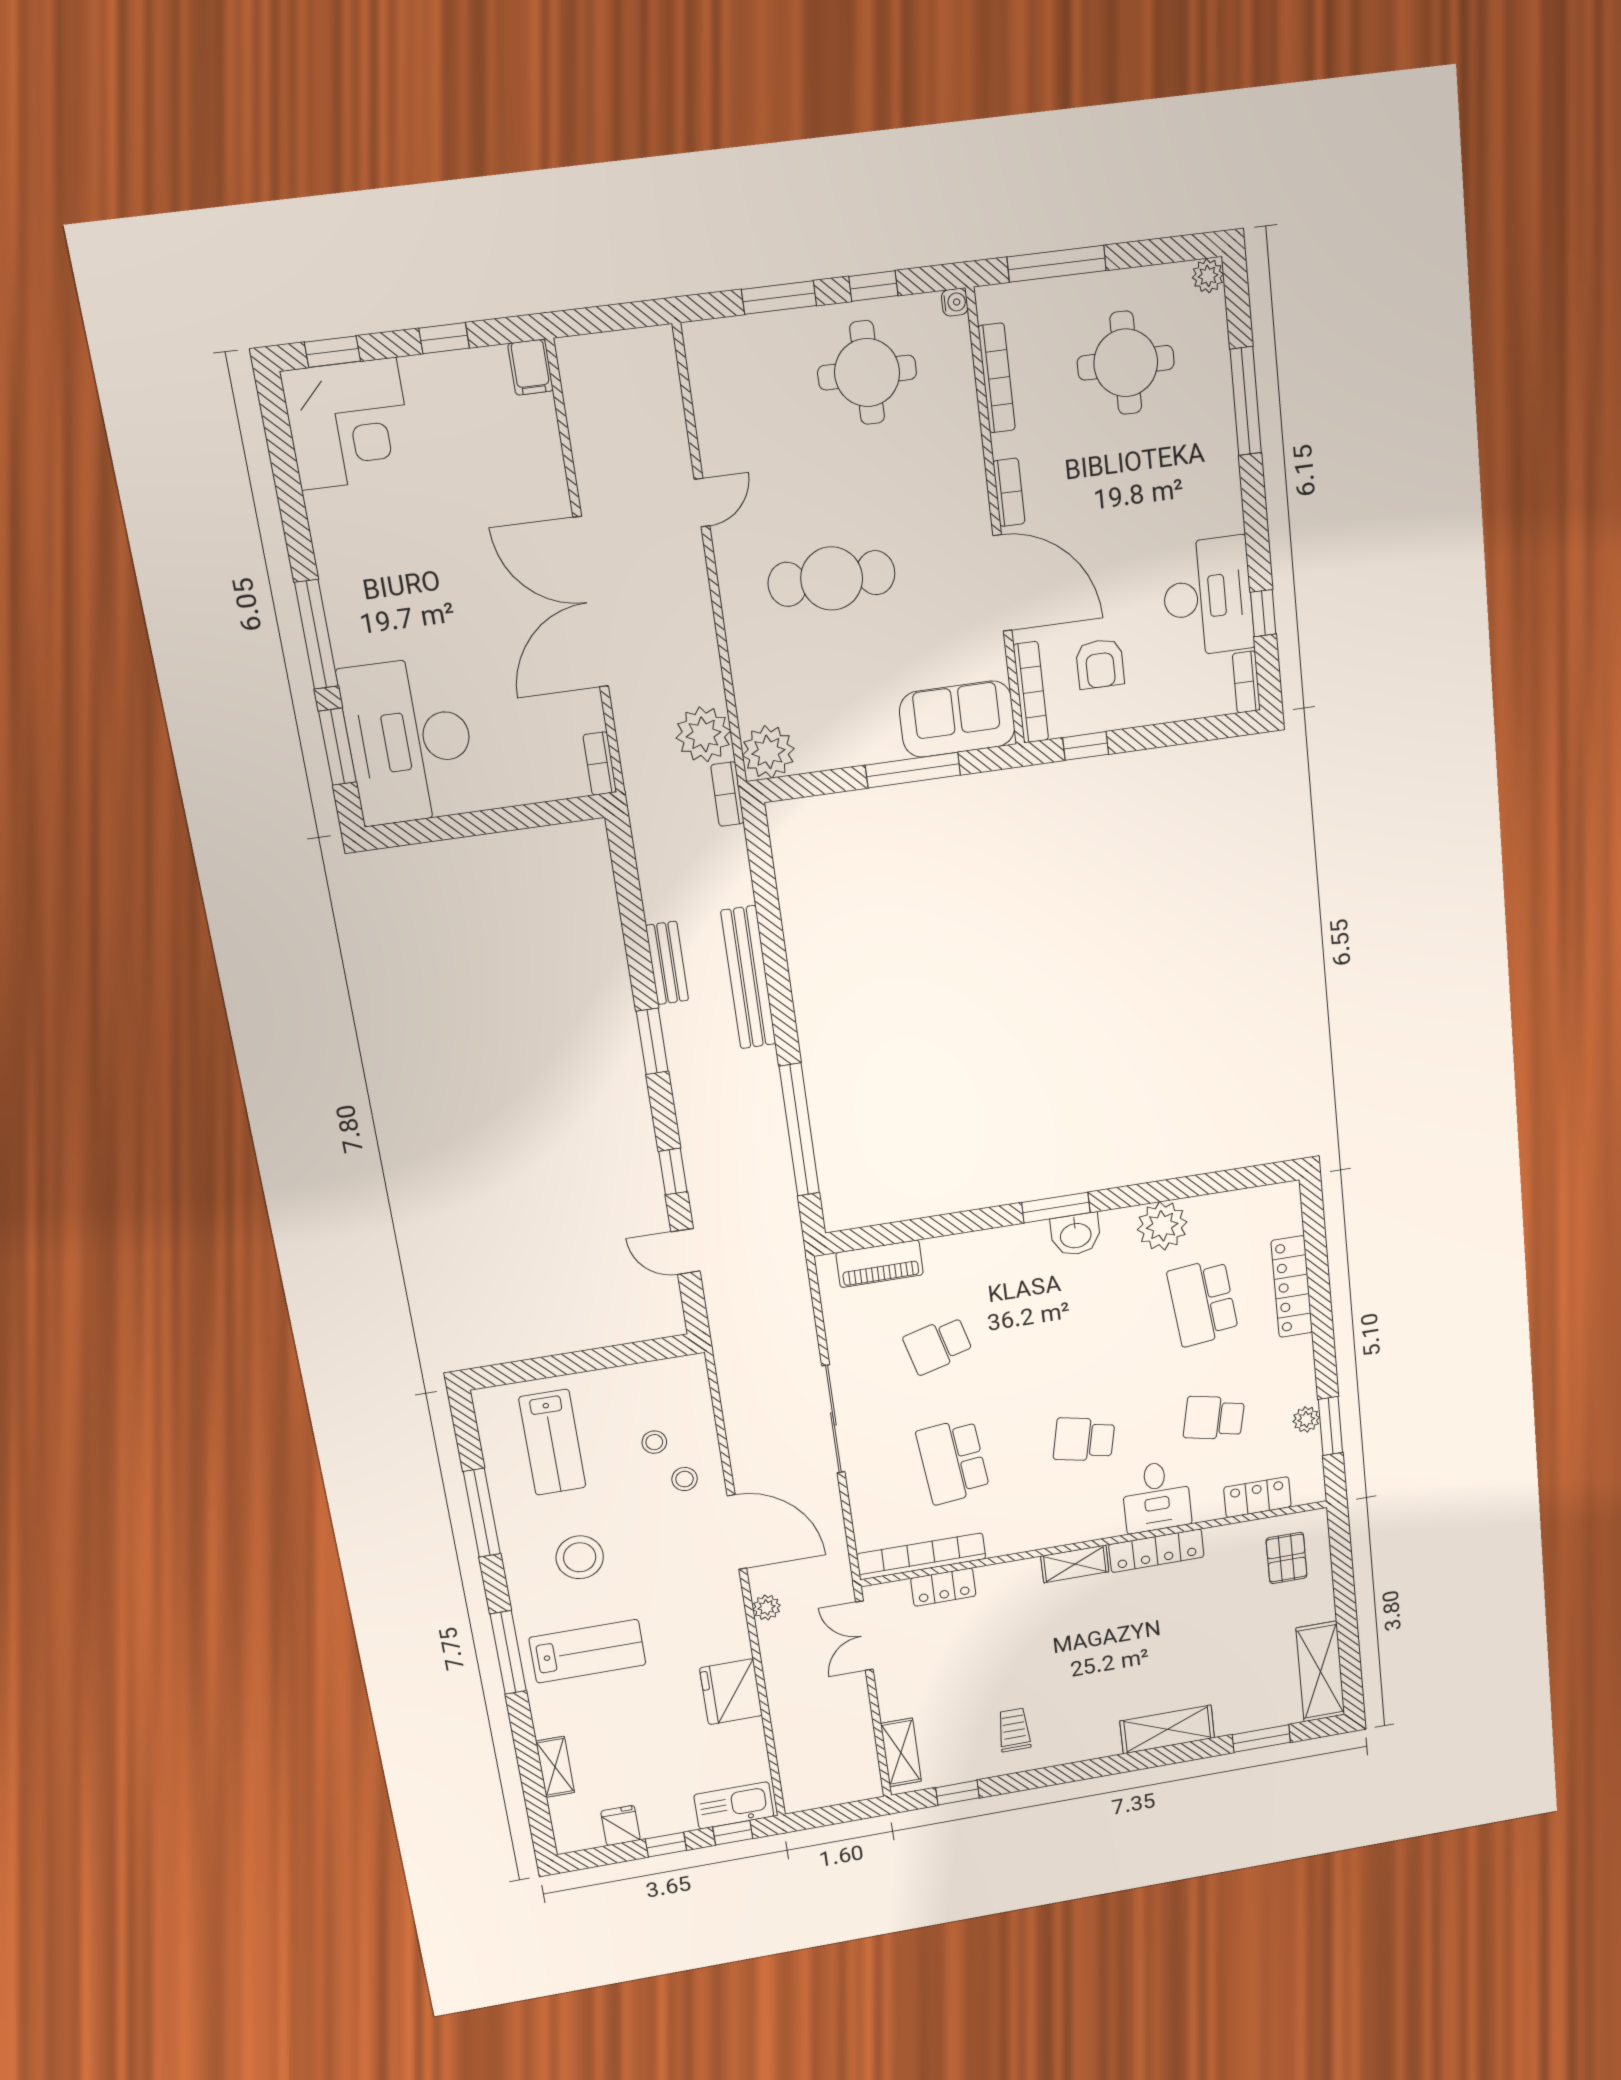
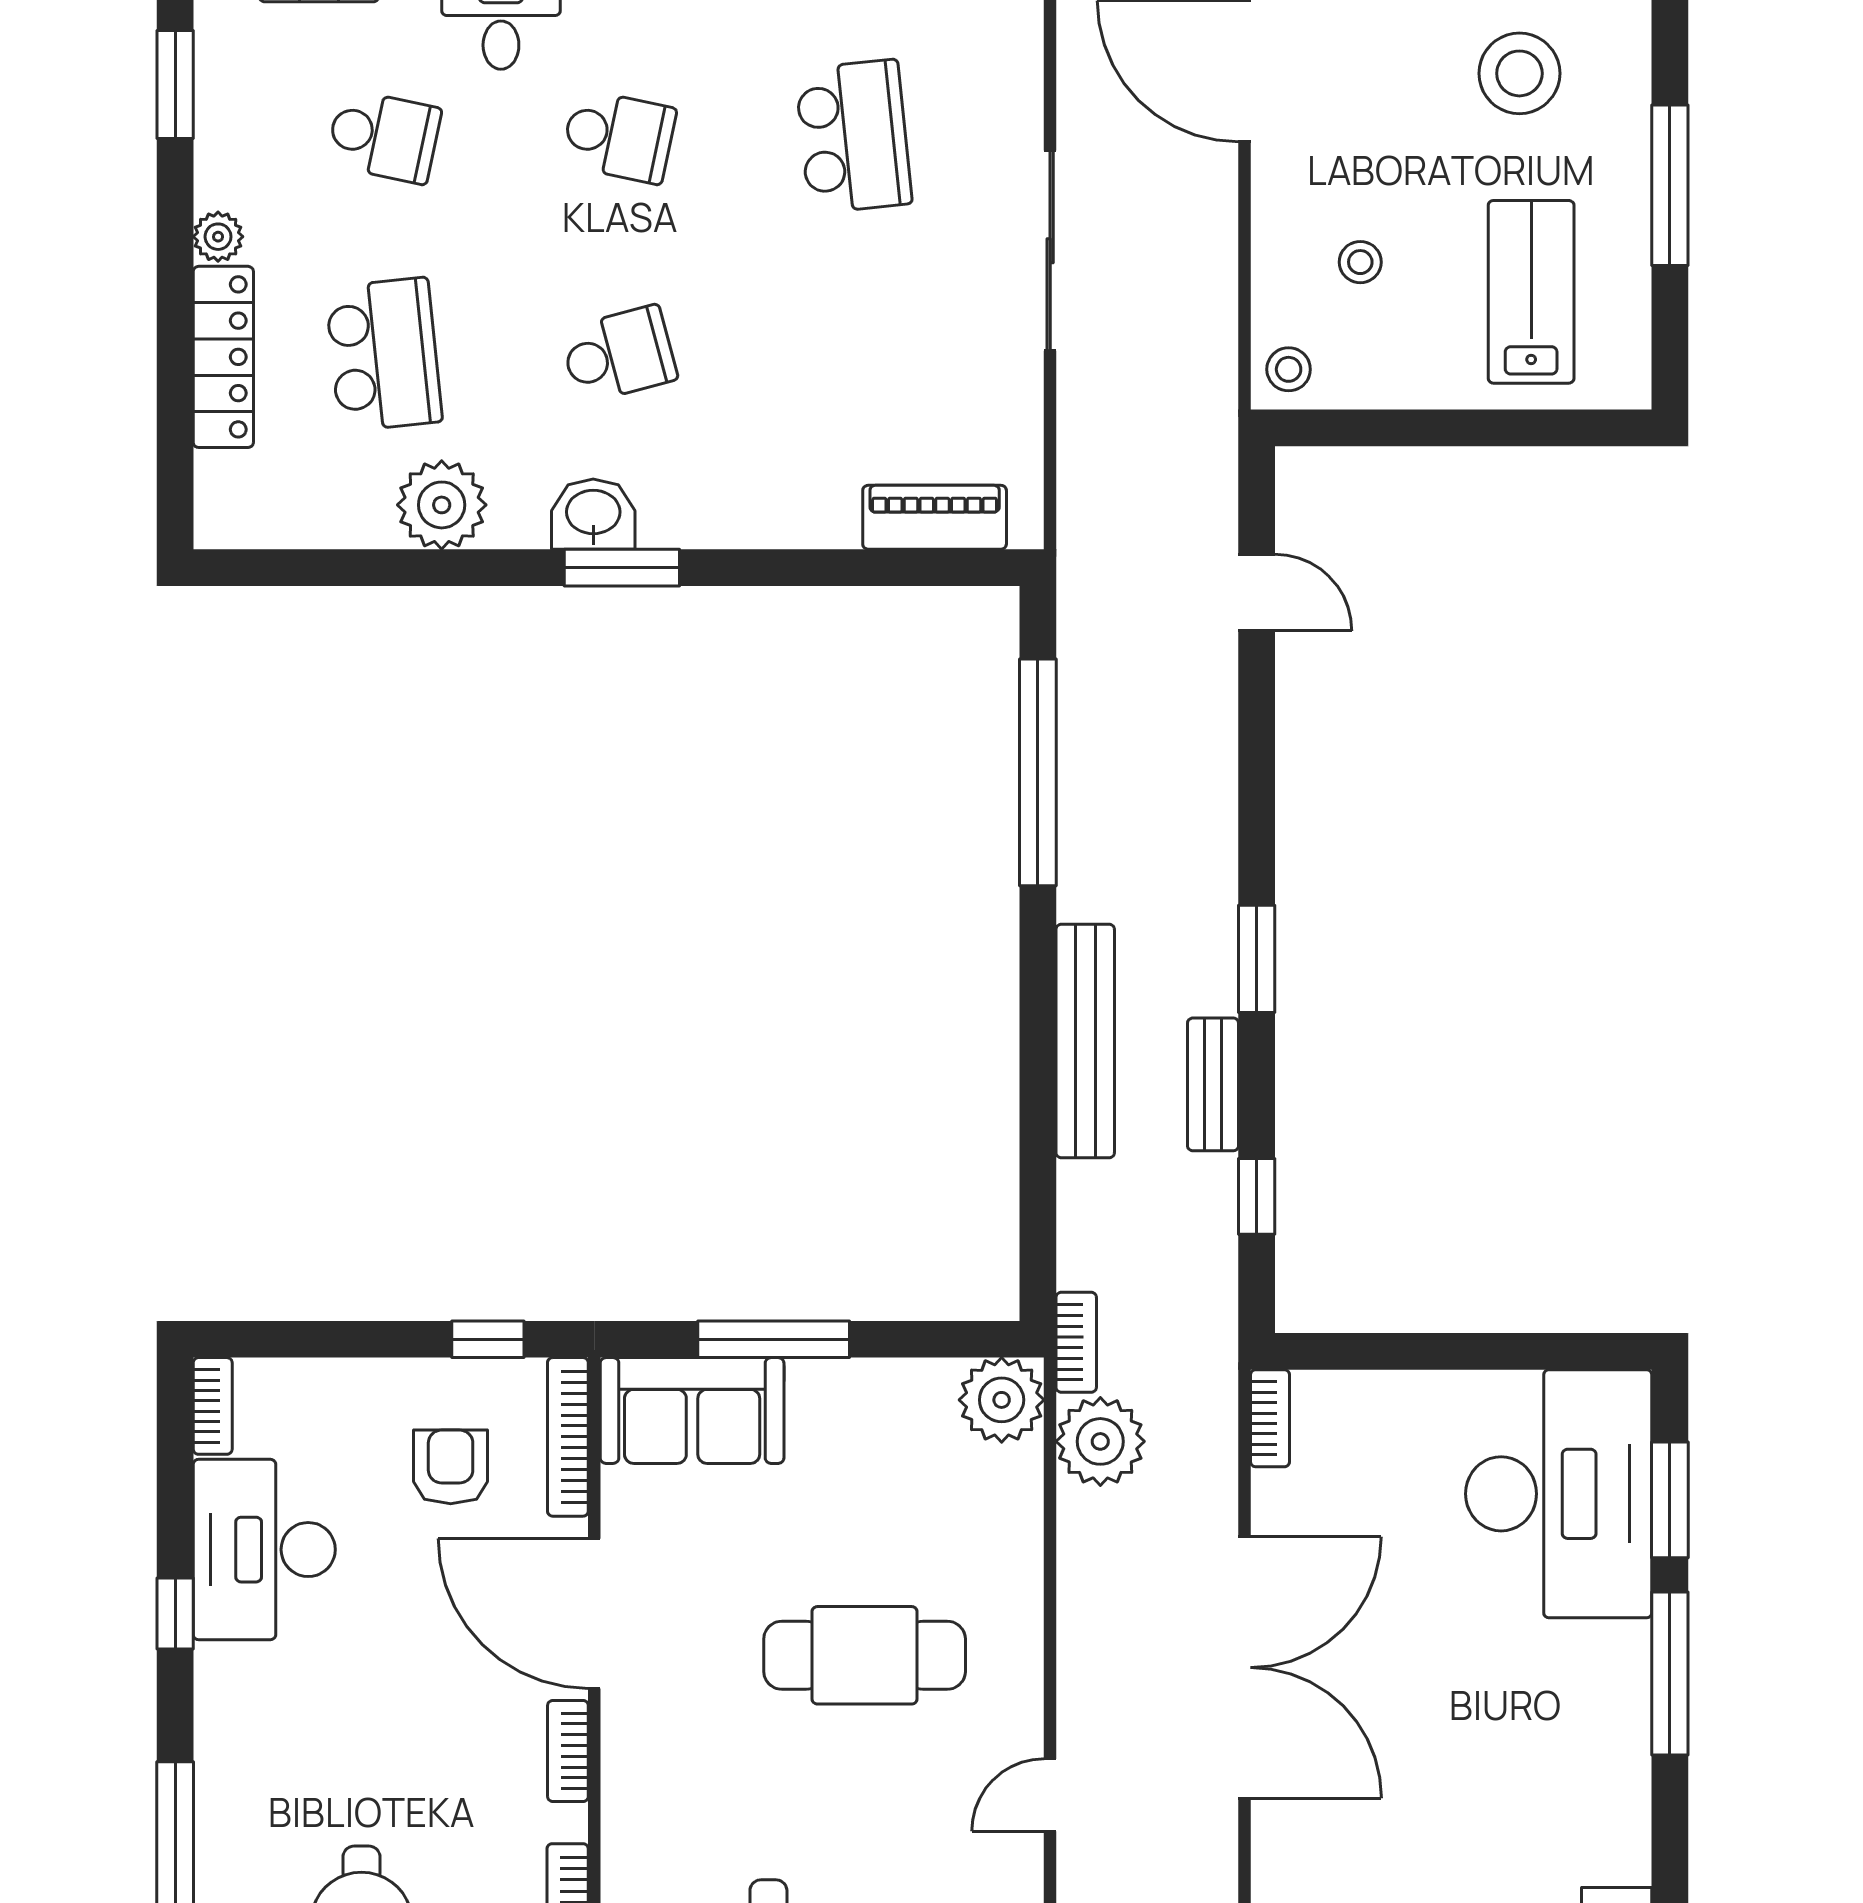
window: (1263, 613) -> (175, 1614), moved
window: (673, 1171) -> (1257, 1196), moved
school desk: (938, 1345) -> (619, 354), moved
plant: (1306, 1419) -> (218, 237), moved
stool: (685, 1479) -> (1289, 369), moved

